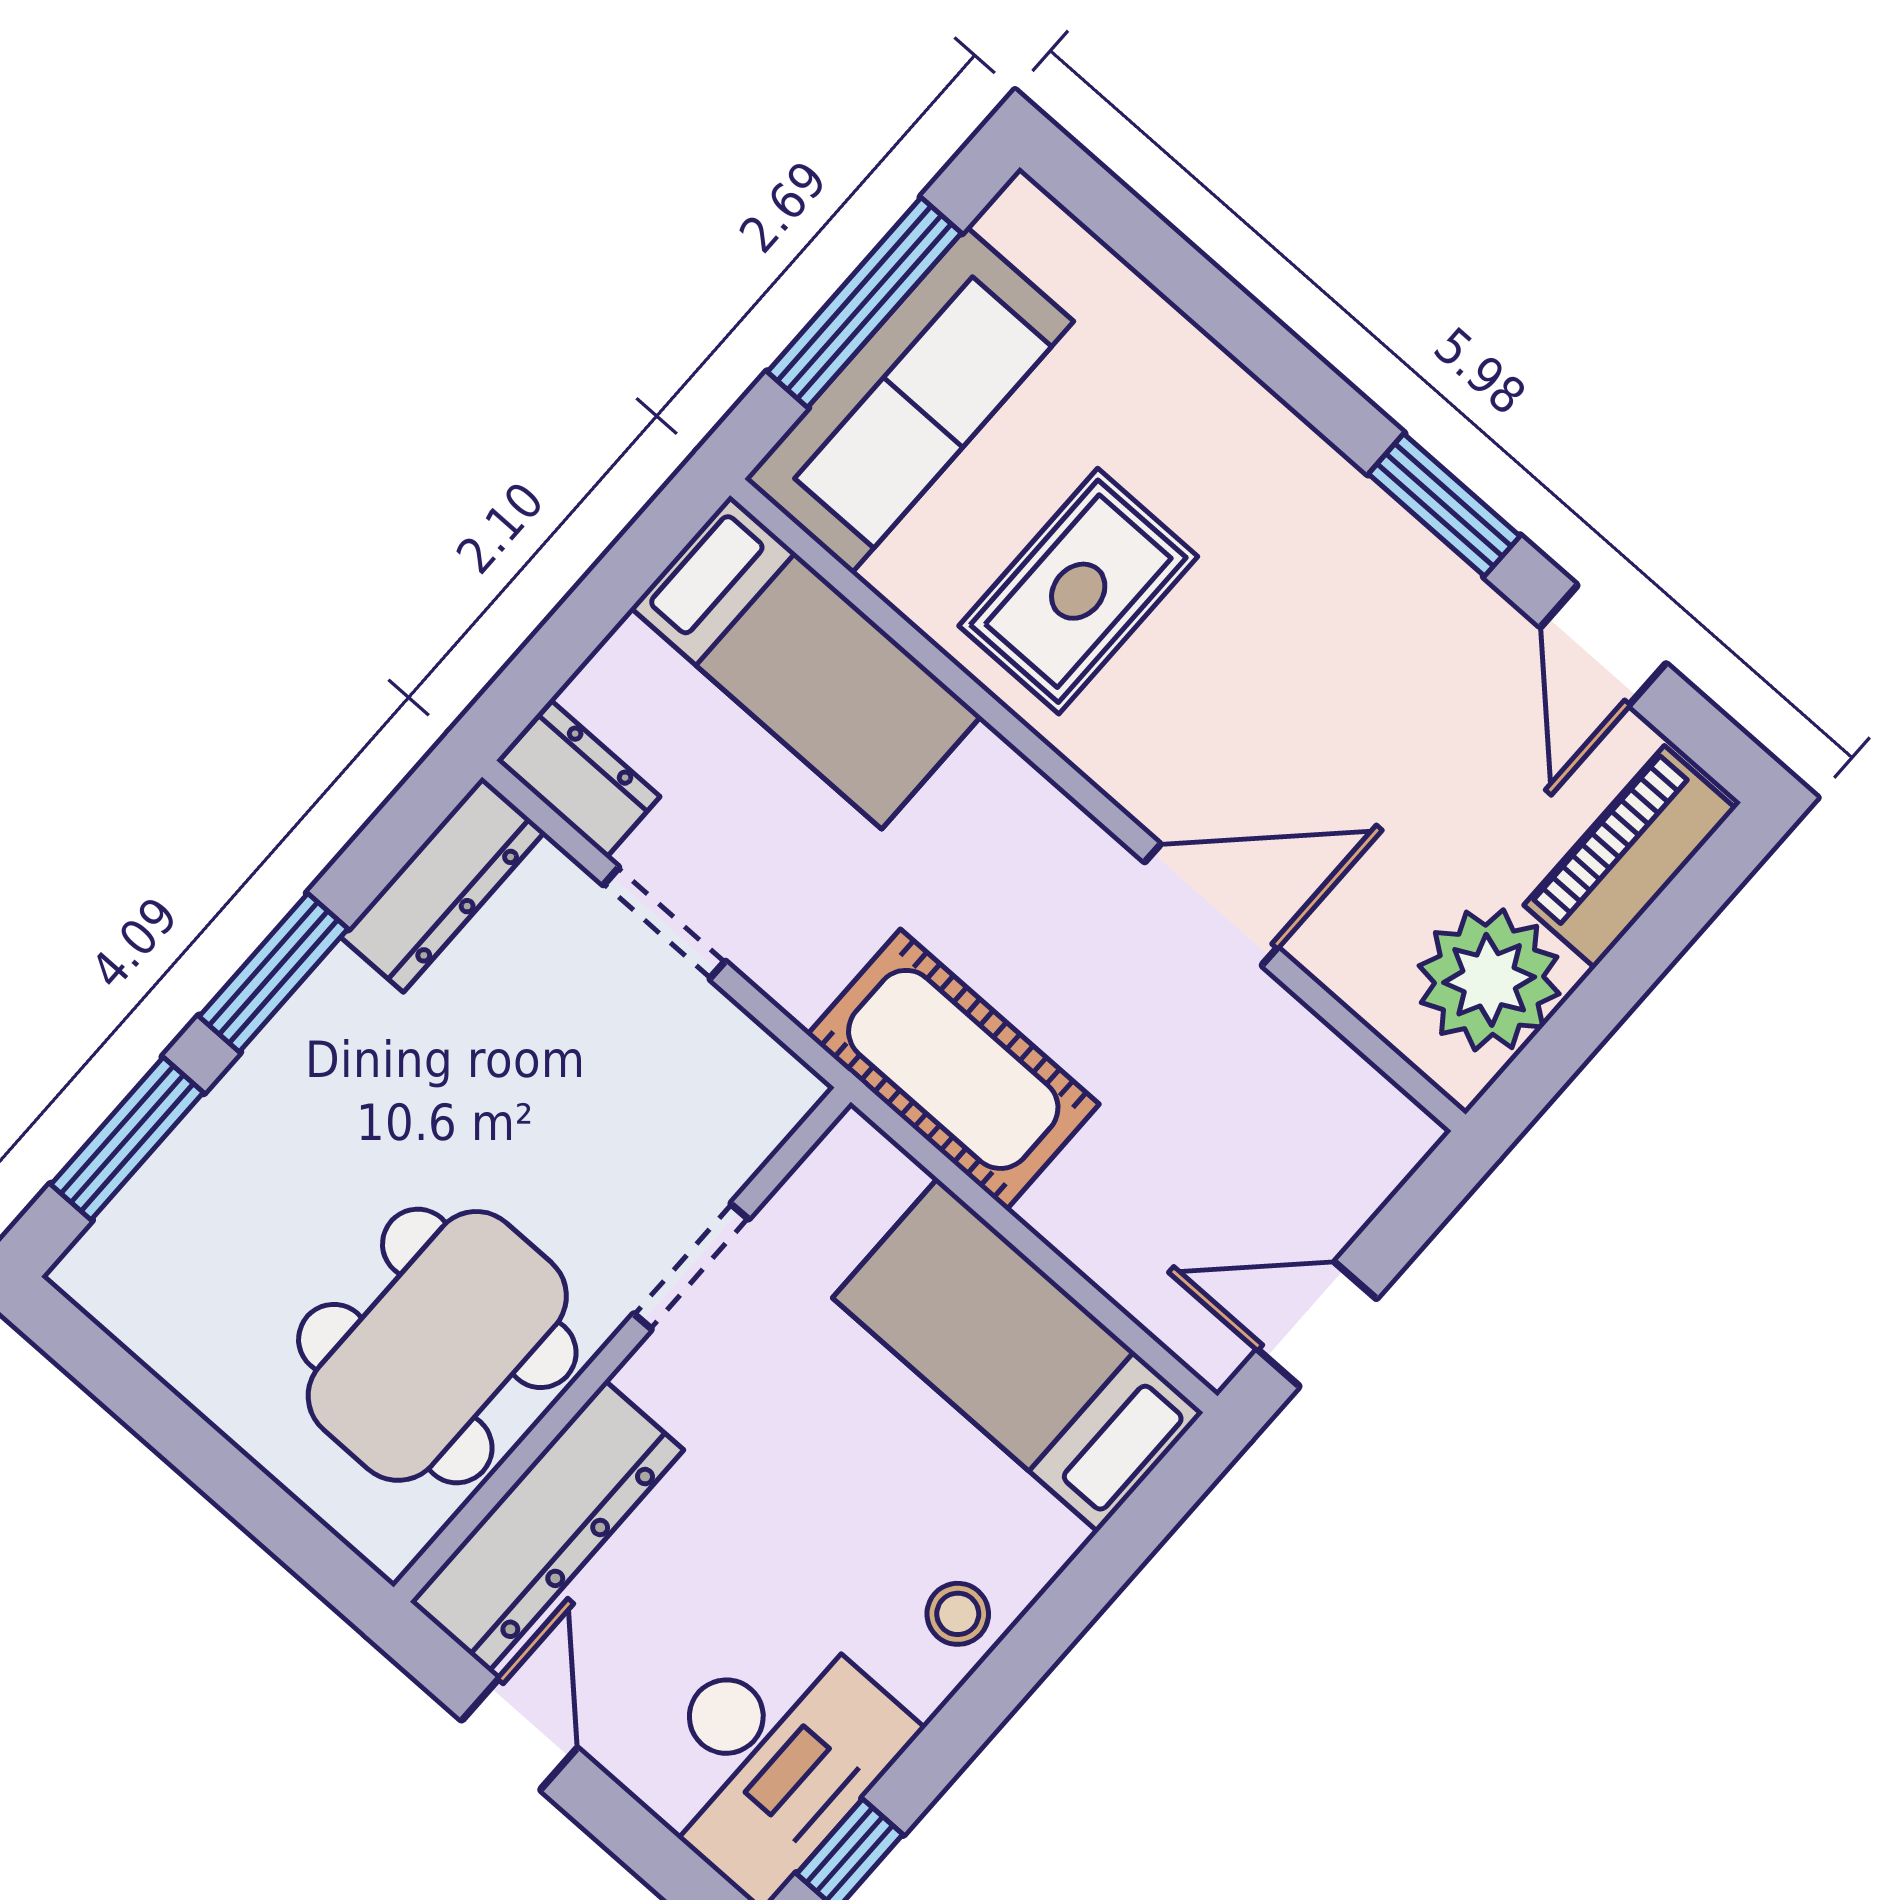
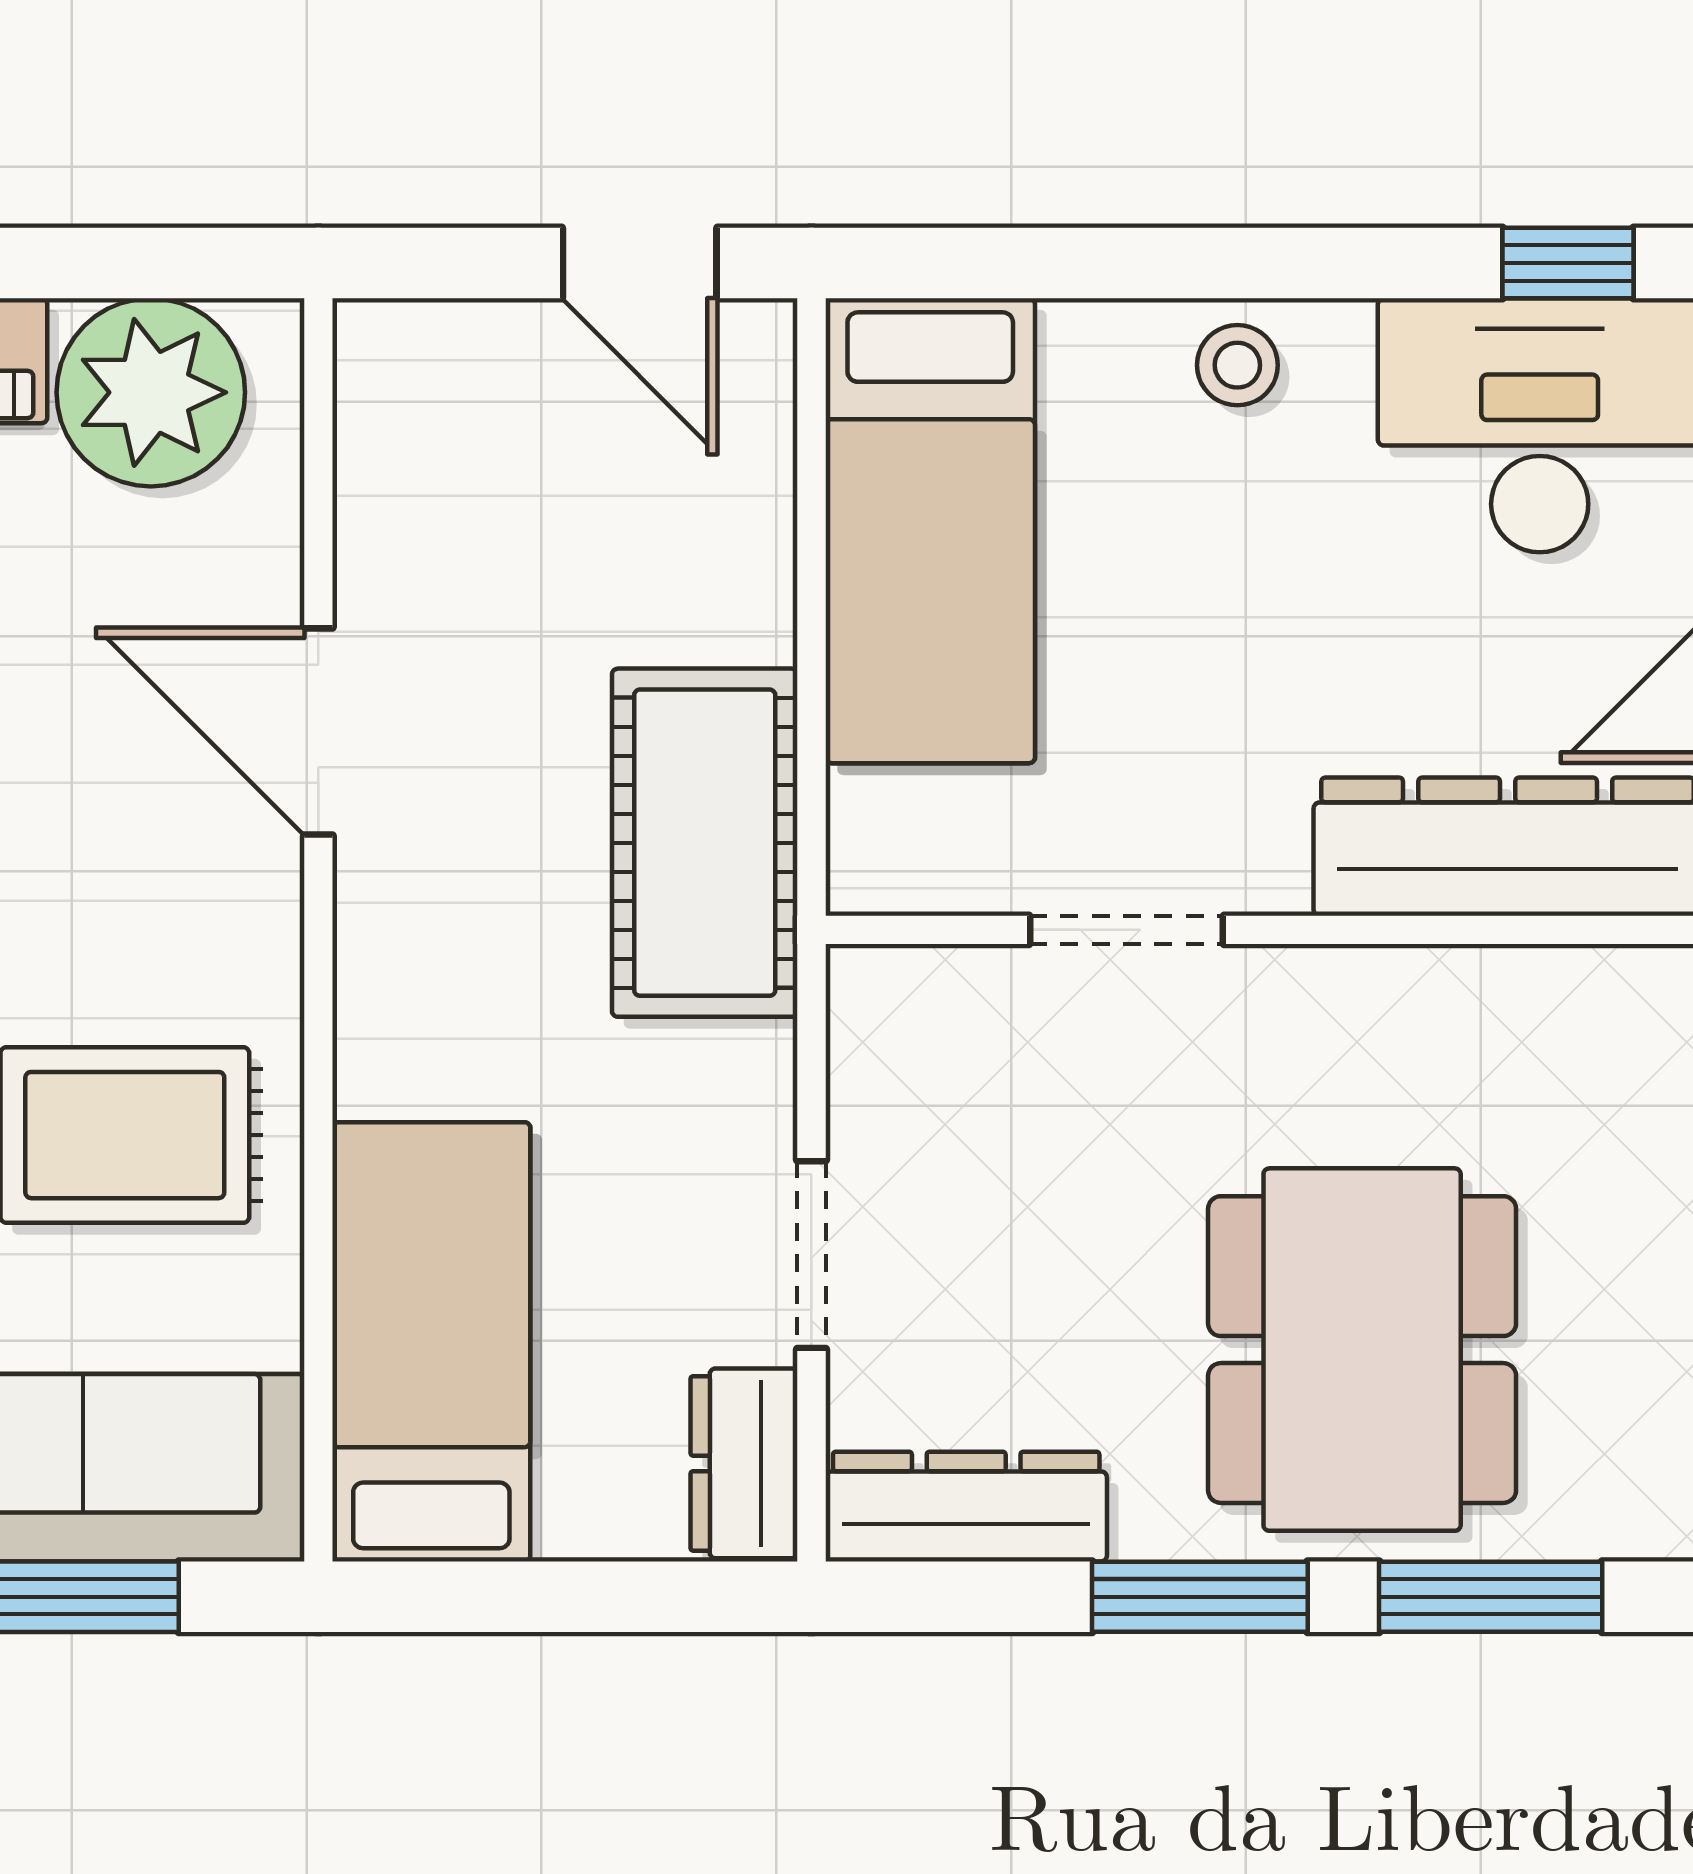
dining table: (437, 1346) -> (1362, 1350), moved, turned 90

